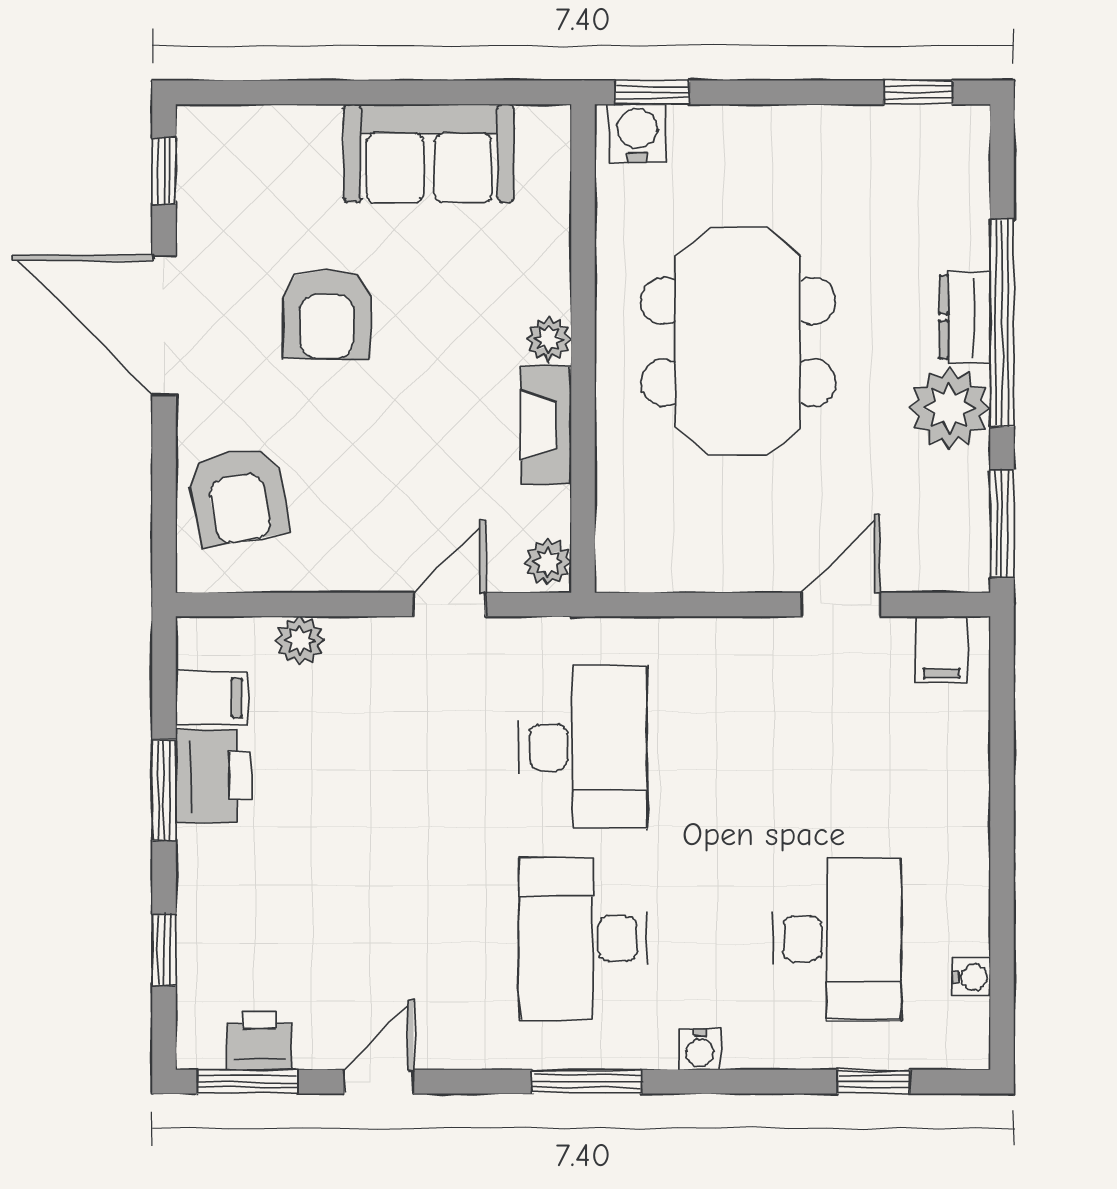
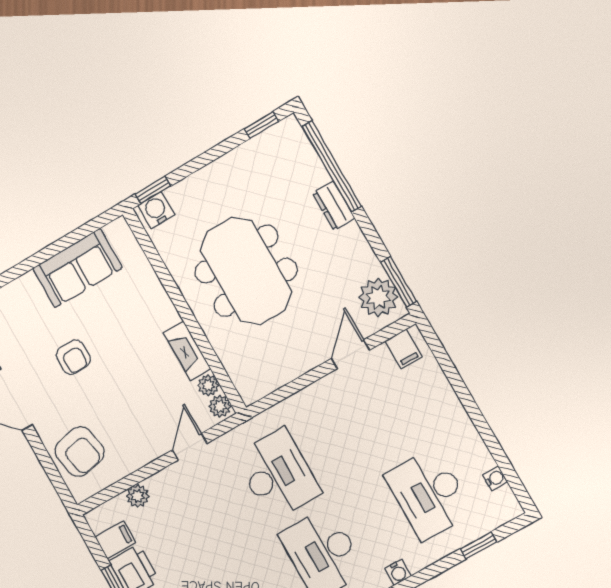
armchair: (327, 314) -> (73, 357), width x0.72, depth x0.72
window: (1002, 323) -> (332, 166), moved
plant: (549, 339) -> (208, 385), moved
plant: (949, 408) -> (378, 297), moved
desk: (837, 939) -> (429, 494), turned 180

